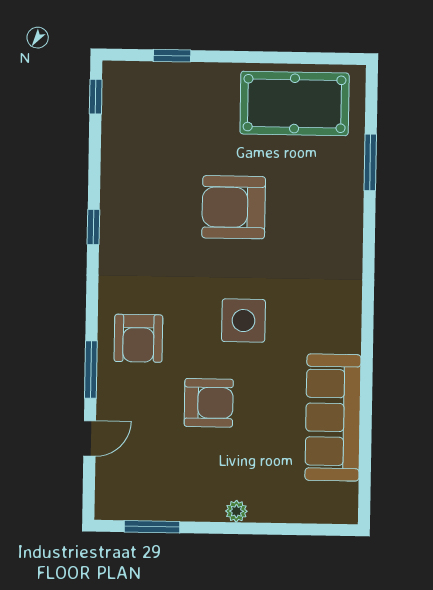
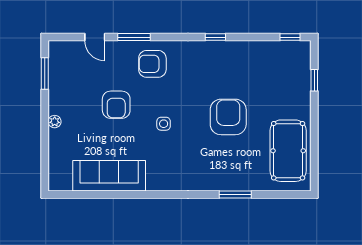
window: (370, 162) -> (235, 195), moved
side table: (243, 321) -> (164, 124), width x0.54, depth x0.54

